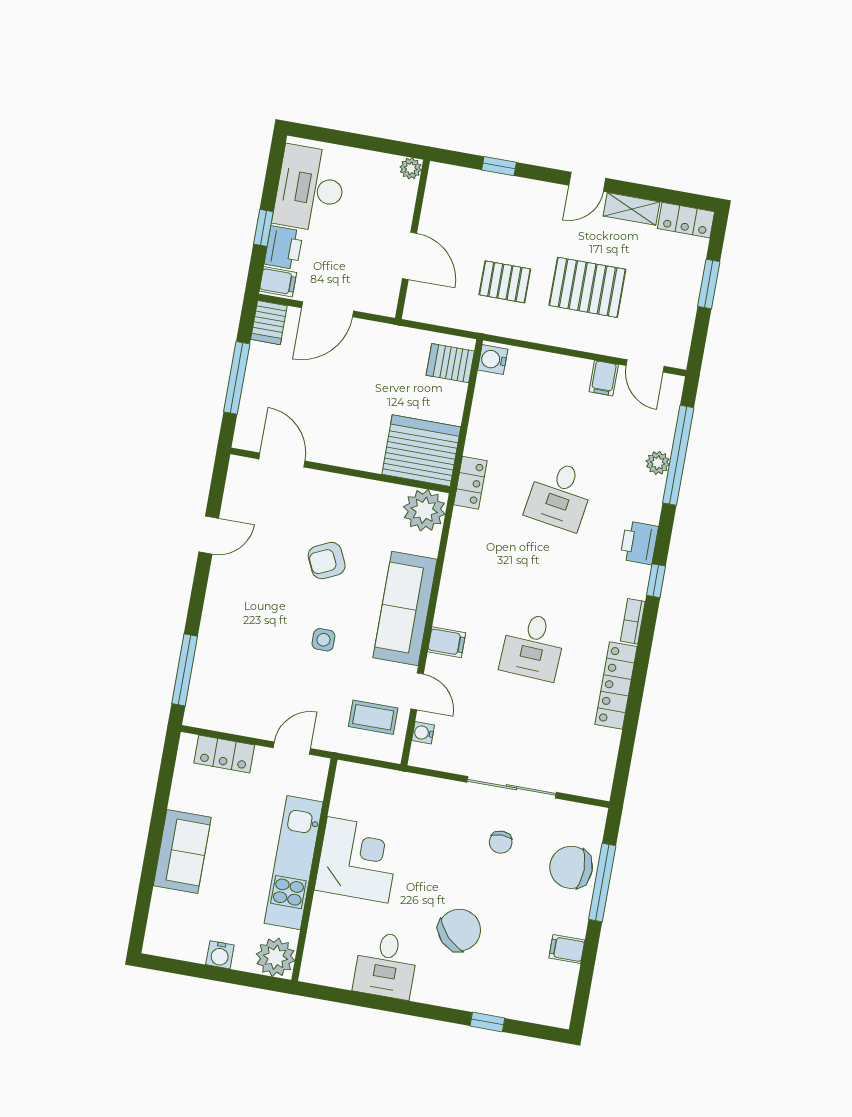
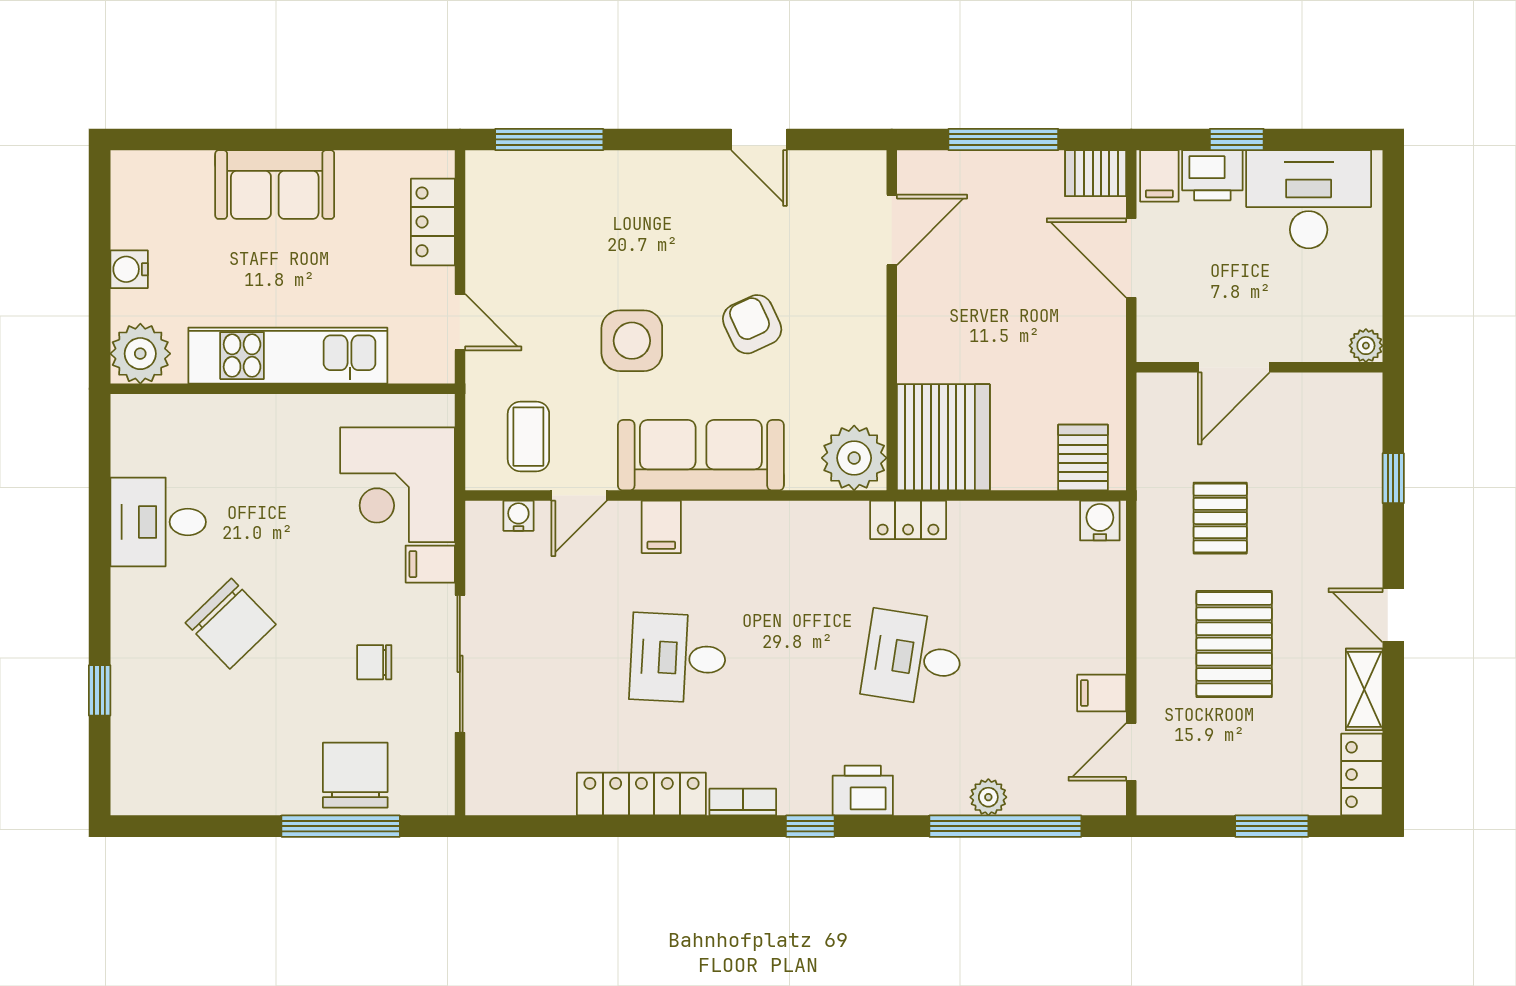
side table: (323, 640) -> (632, 341), width x1.87, depth x1.87
corner desk: (358, 860) -> (397, 485), moved, turned 90
filing cabinet: (567, 949) -> (430, 564), moved, turned -90

